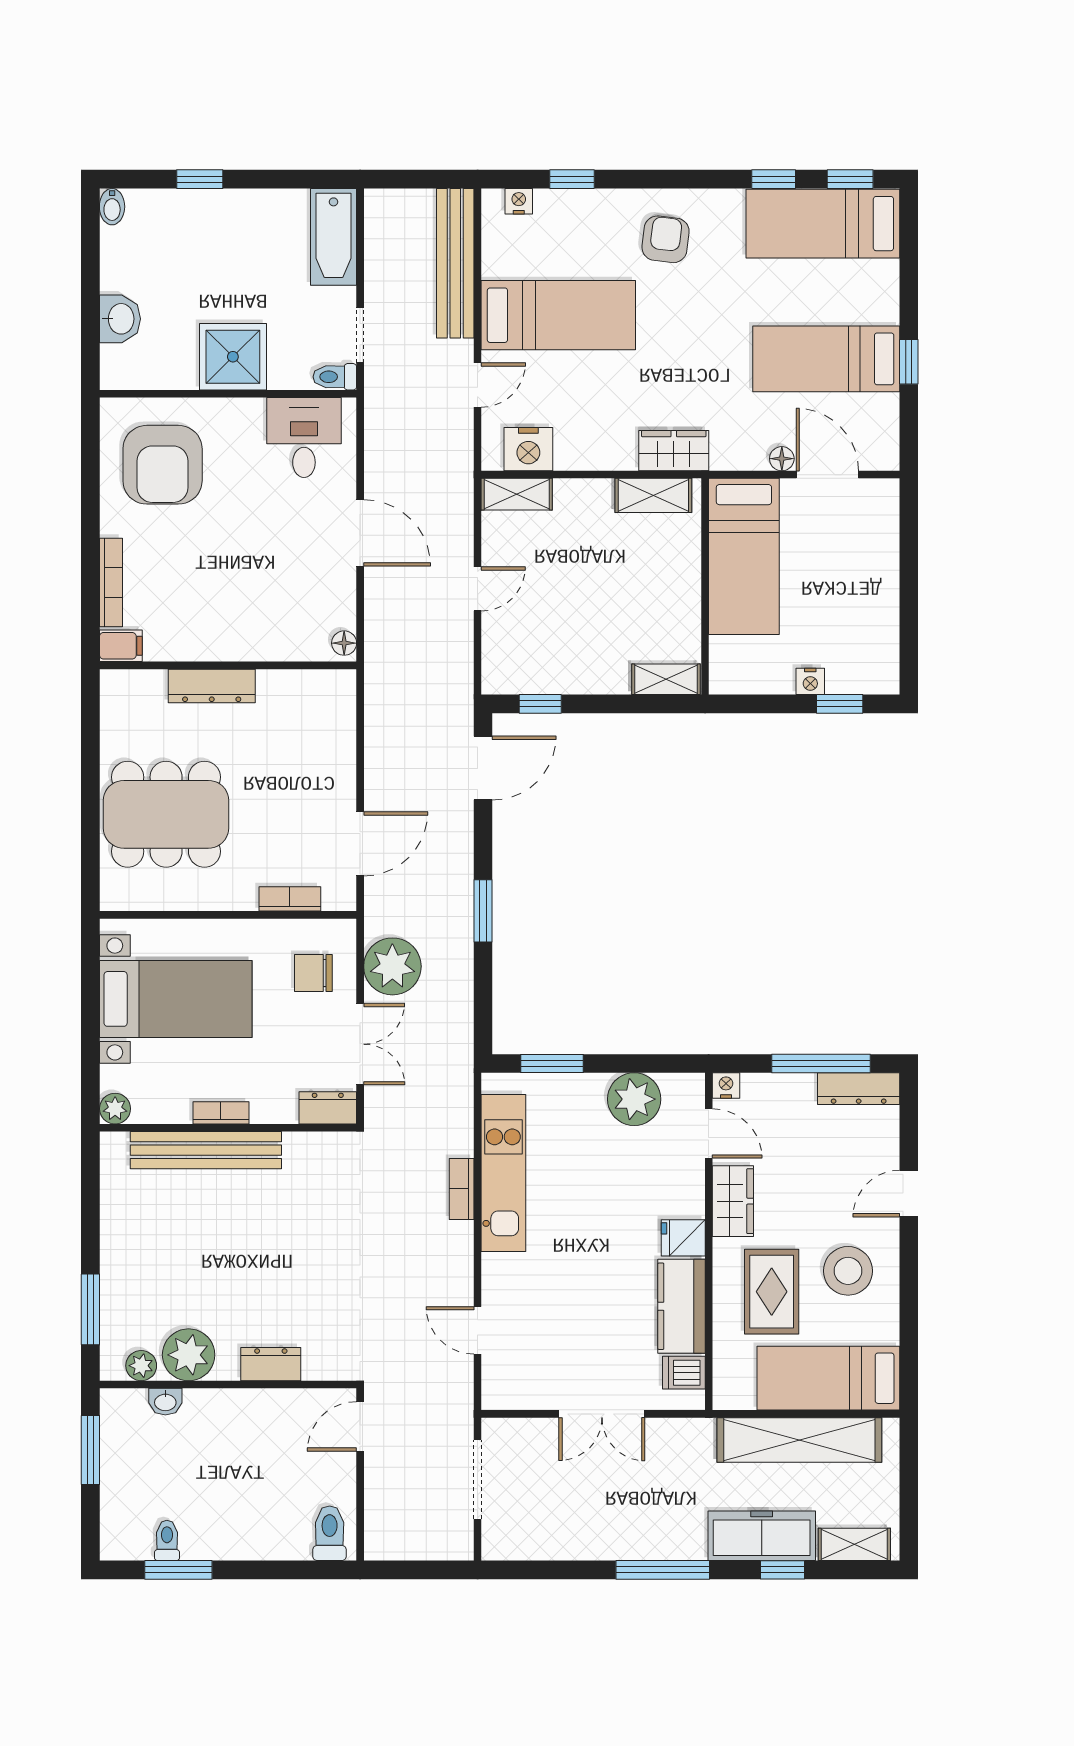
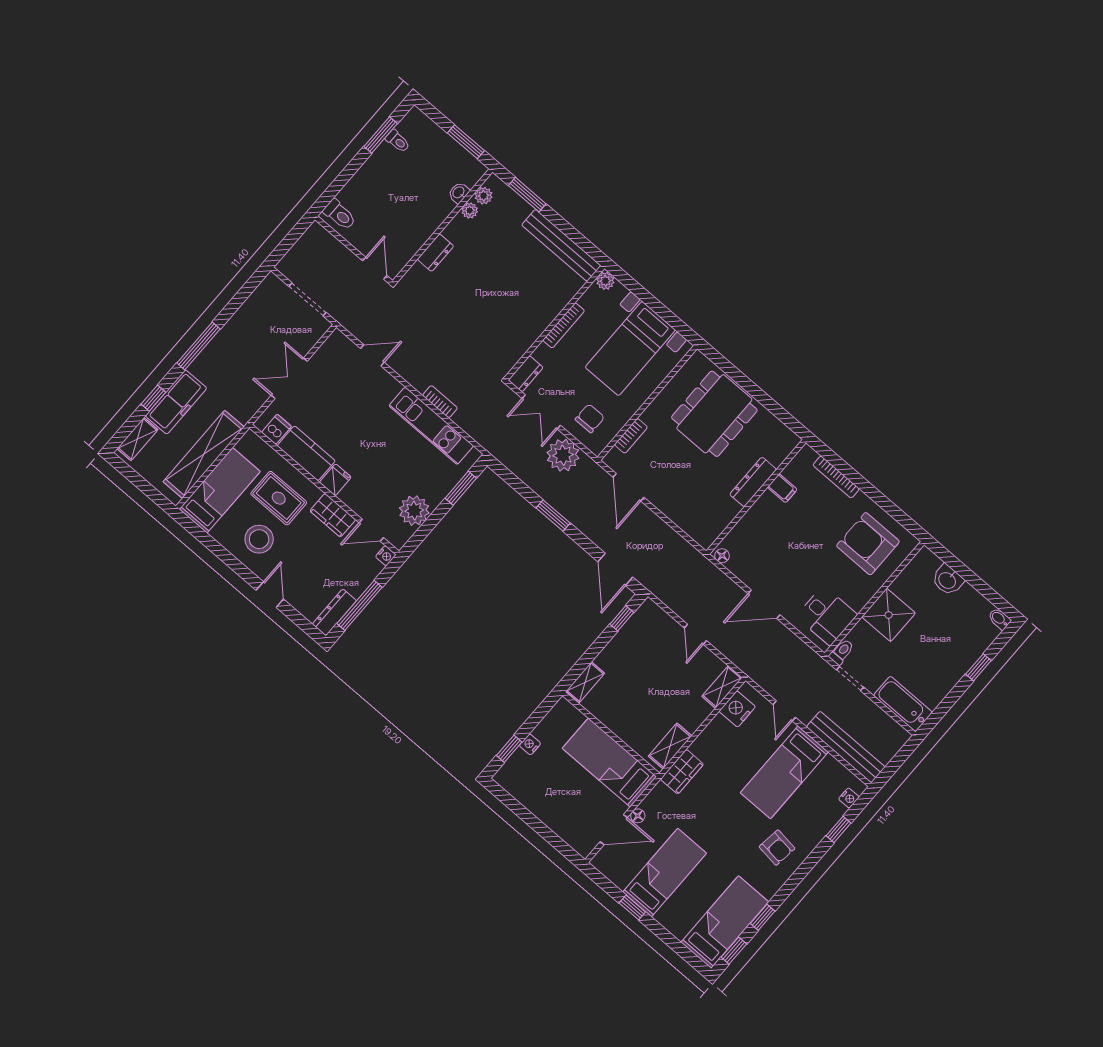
filing cabinet: (121, 646) -> (782, 488), moved, turned -90
bookcase: (221, 1113) -> (564, 325), width x1.56
bench: (206, 1150) -> (561, 245), moved, turned 90
plant: (189, 1355) -> (470, 210), width x0.53, depth x0.53

